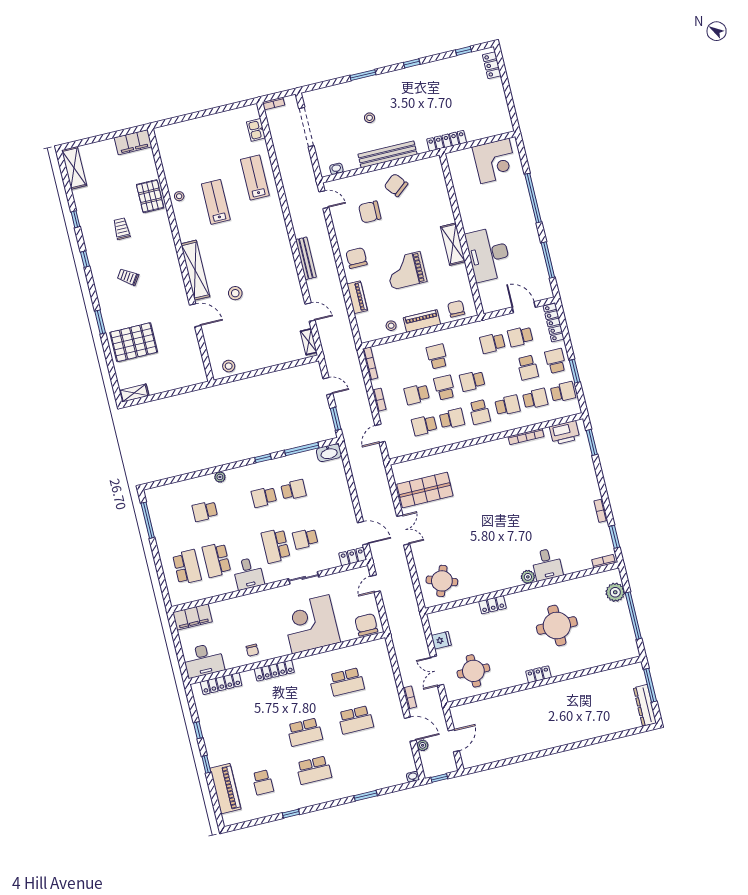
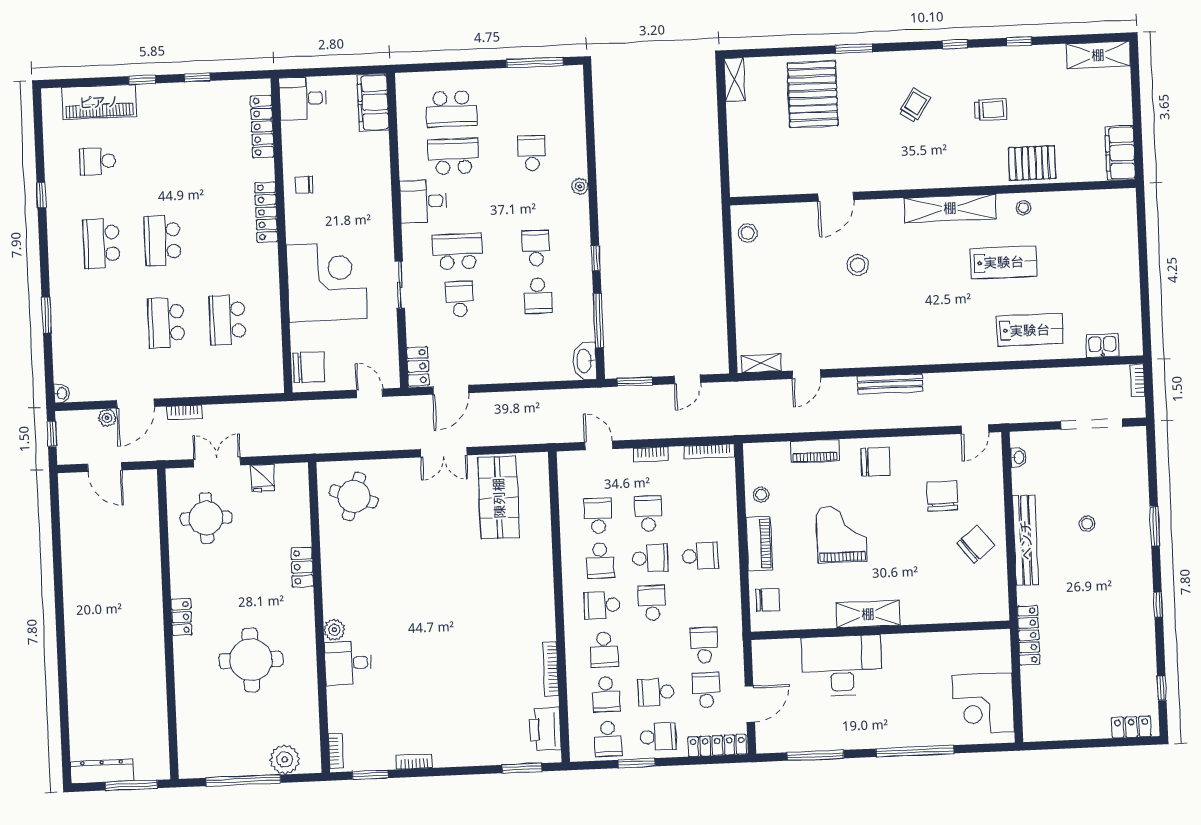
shelving: (195, 270) -> (950, 208), moved
desk: (203, 660) -> (303, 98), width x0.73

